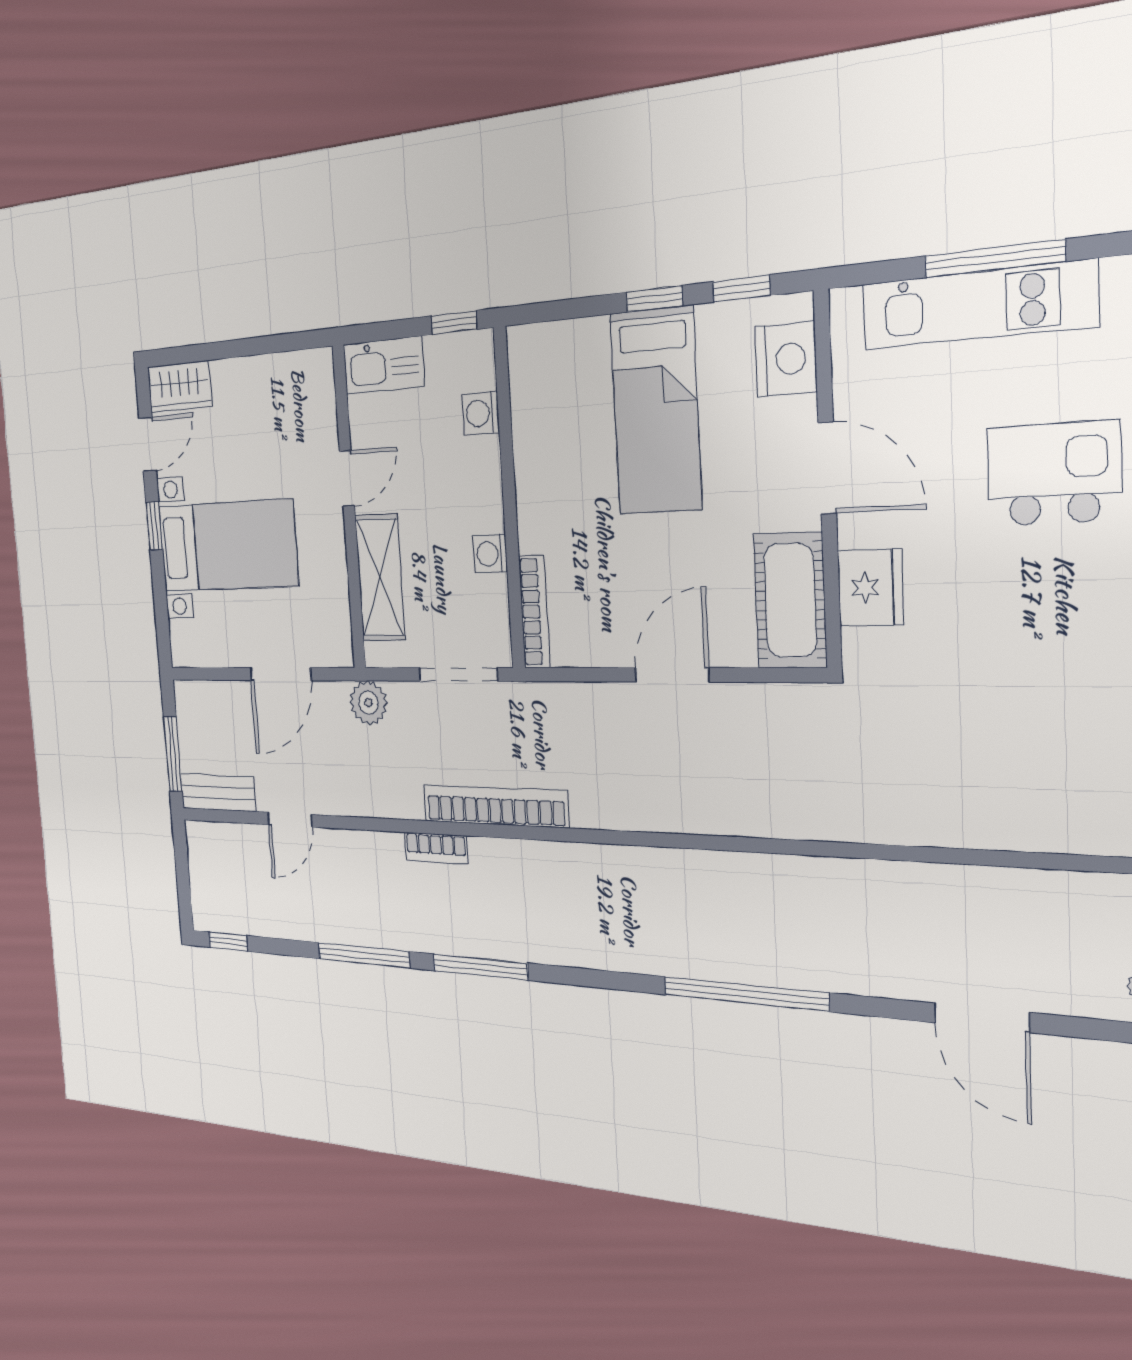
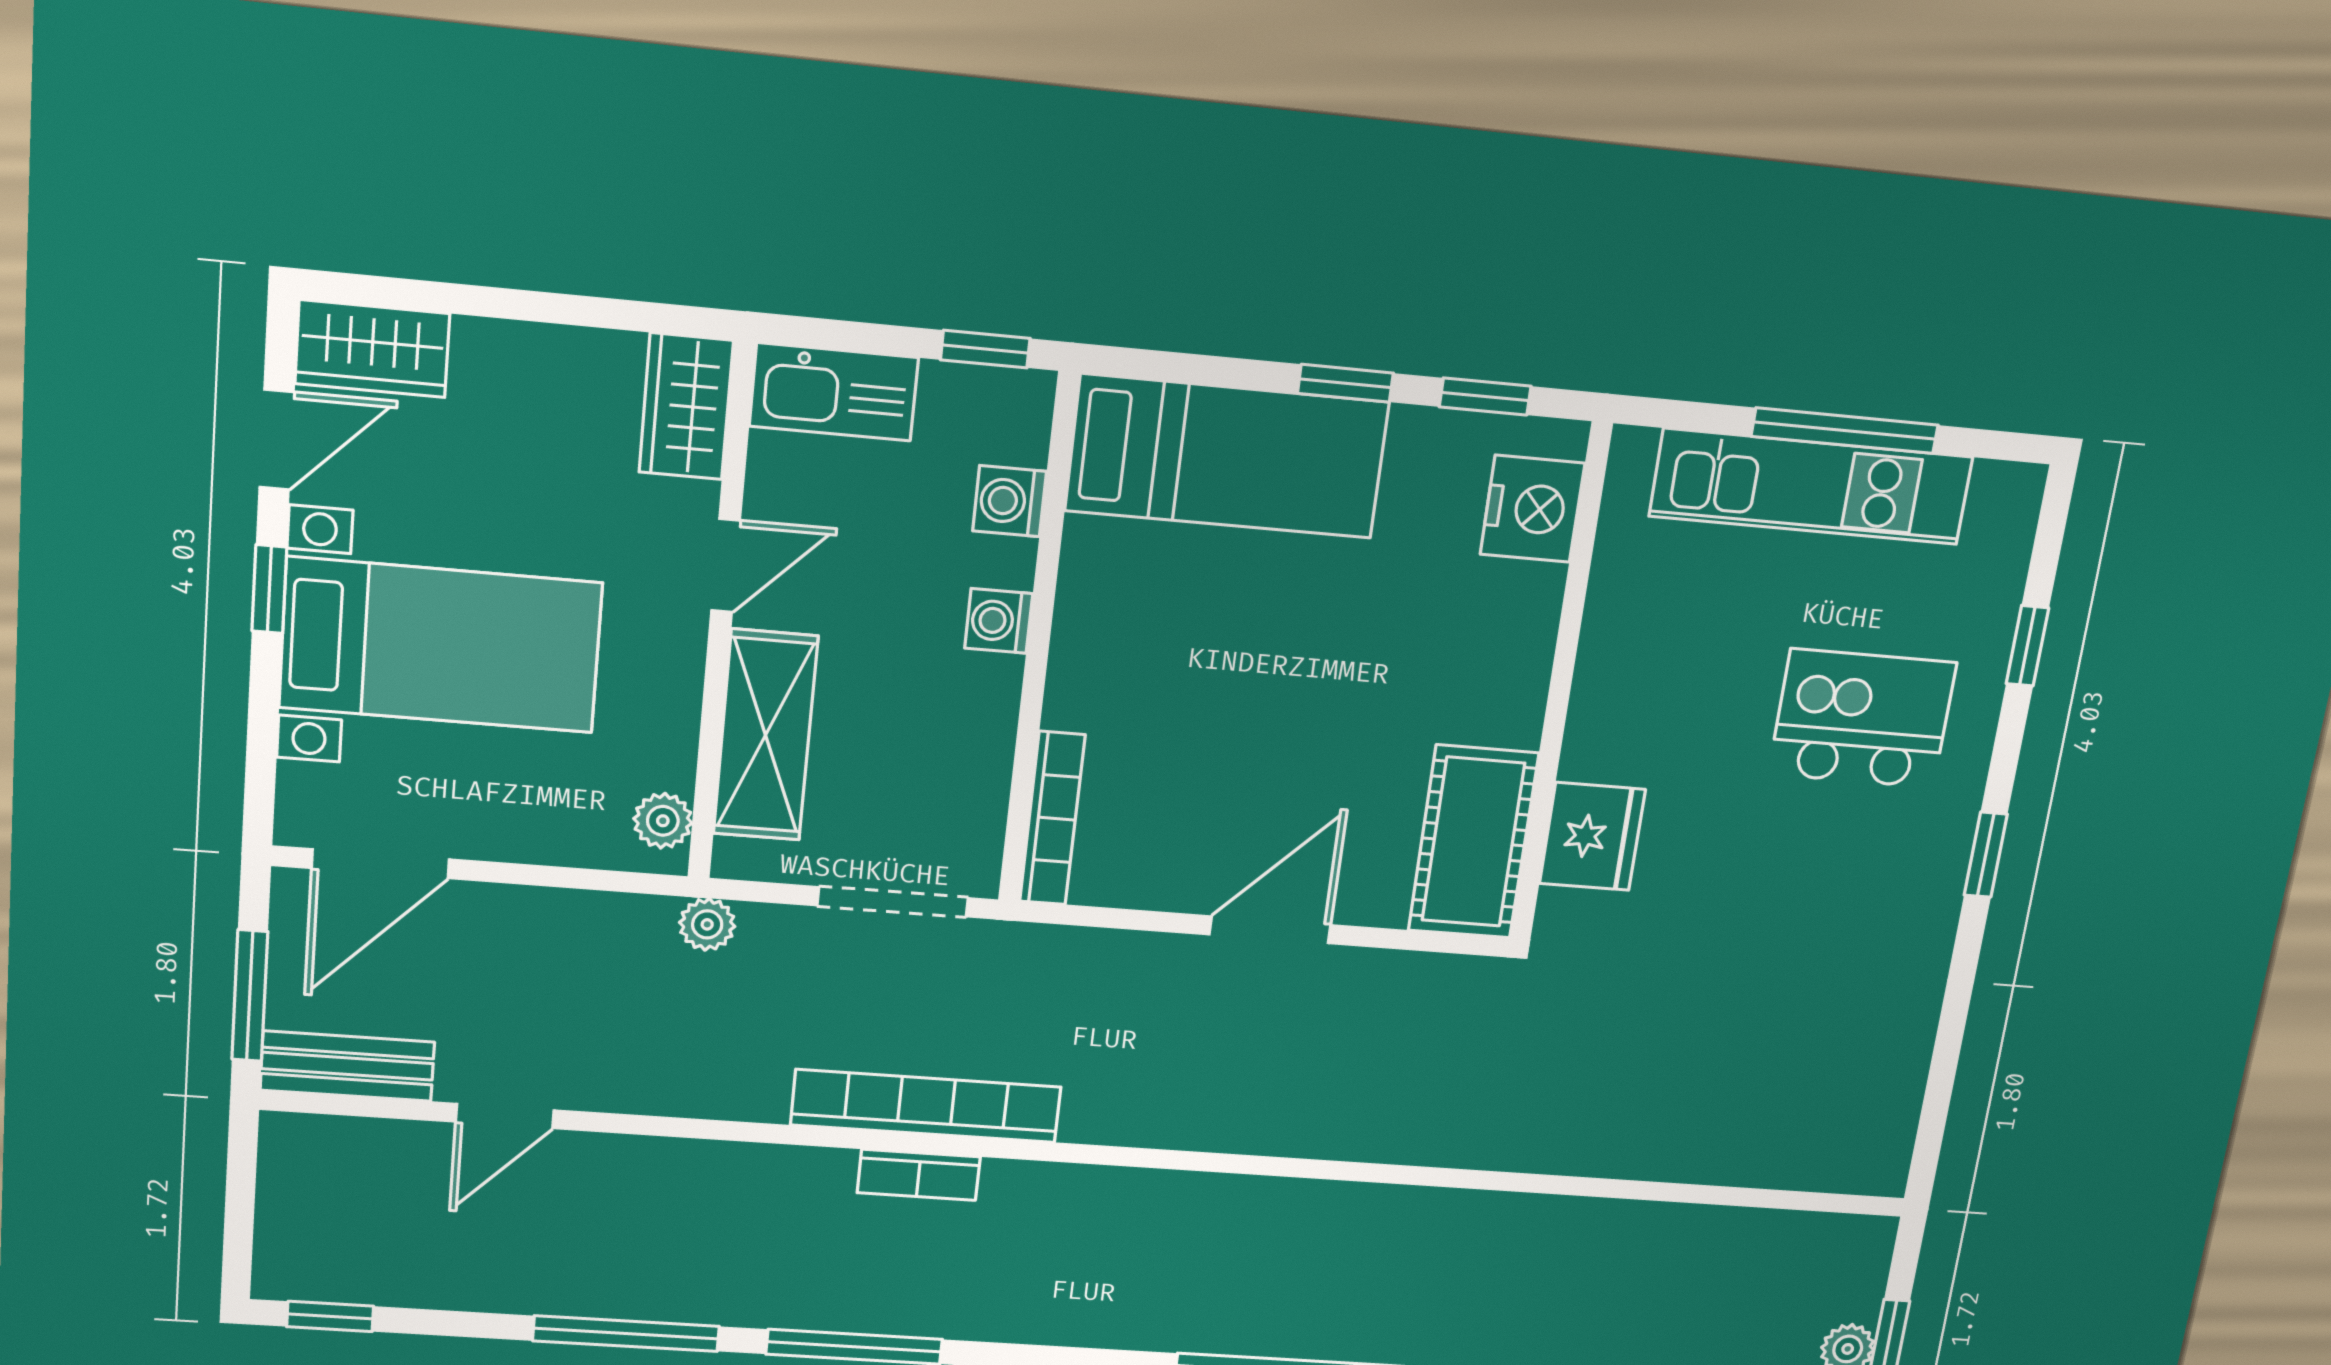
wardrobe: (316, 389) -> (686, 406), added
bed: (656, 411) -> (1227, 456), moved, turned -90
door: (827, 468) -> (1563, 668), removed
washing machine: (490, 554) -> (999, 621), moved
plant: (339, 635) -> (663, 821), added
door: (280, 674) -> (381, 864), moved
plant: (368, 703) -> (707, 924), width x0.73, depth x0.73
bookcase: (436, 848) -> (919, 1175), moved

